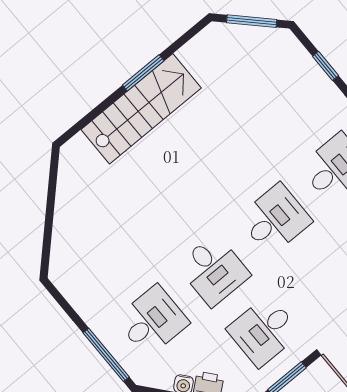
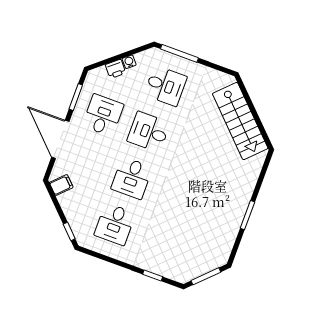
stairs: (141, 109) -> (240, 121), moved, turned -45
desk: (152, 321) -> (166, 86), turned -90

